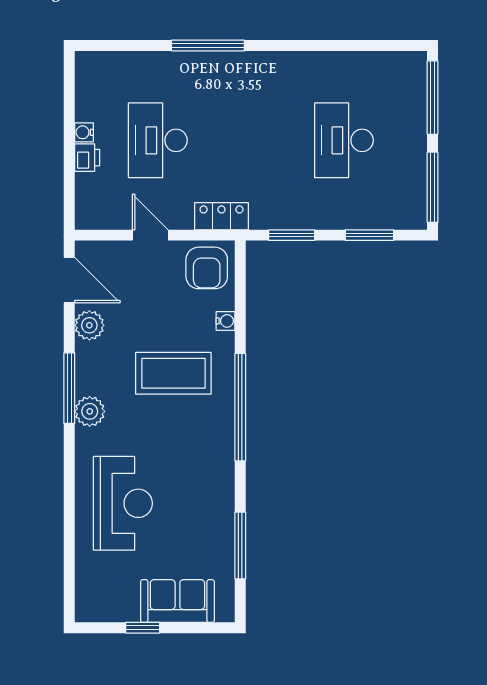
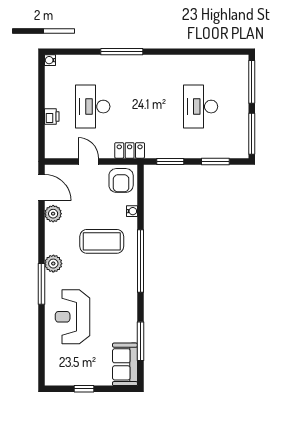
water cooler: (84, 132) -> (50, 60), moved
window: (69, 388) -> (41, 284), moved
reception desk: (123, 503) -> (72, 317), turned 180
sofa: (177, 601) -> (125, 364), moved, turned -90

